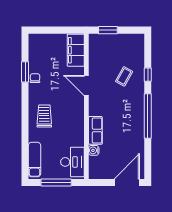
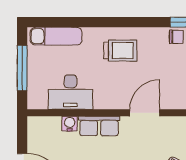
door: (86, 85) -> (145, 113), moved
desk: (72, 162) -> (70, 92), moved

